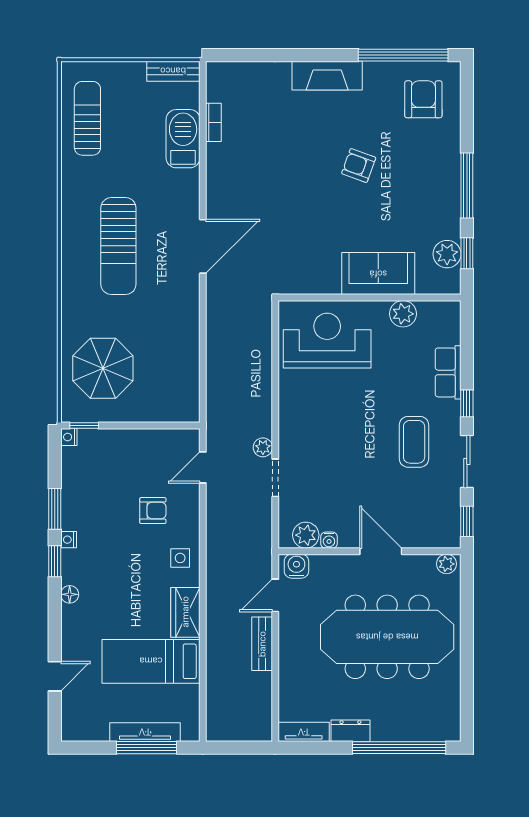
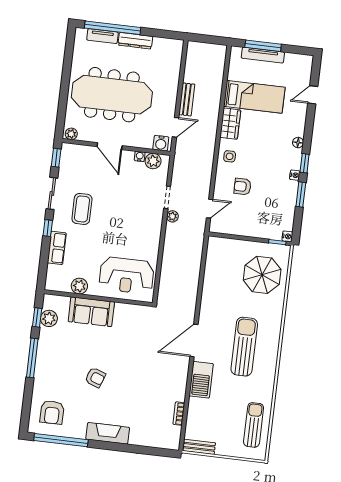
sun lounger: (87, 118) -> (254, 425), turned 180
barbecue: (183, 139) -> (201, 380), moved
dresser: (350, 731) -> (135, 41), width x1.44
tv unit: (304, 732) -> (102, 36), moved

